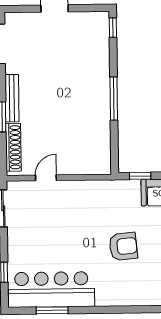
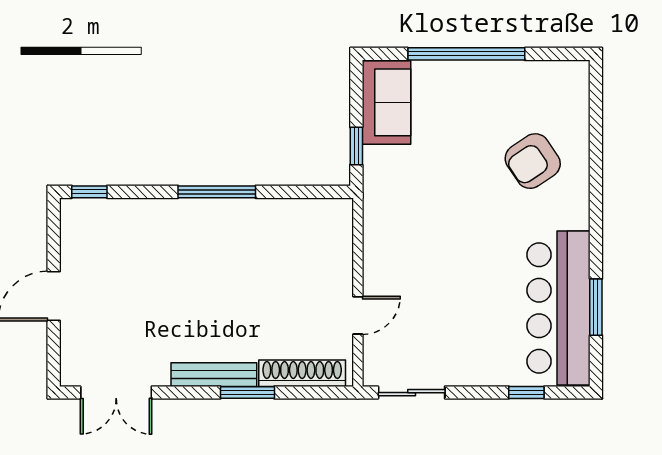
door: (46, 178) -> (358, 315), swing flipped
armchair: (123, 246) -> (533, 161), moved, turned -118

